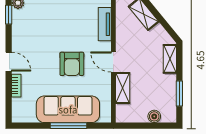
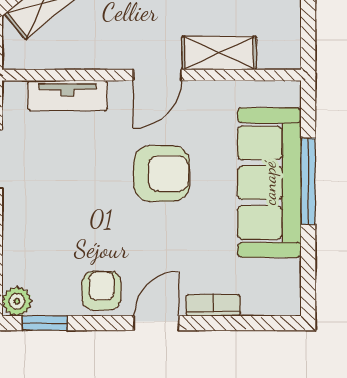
armchair: (22, 38) -> (101, 291), added

